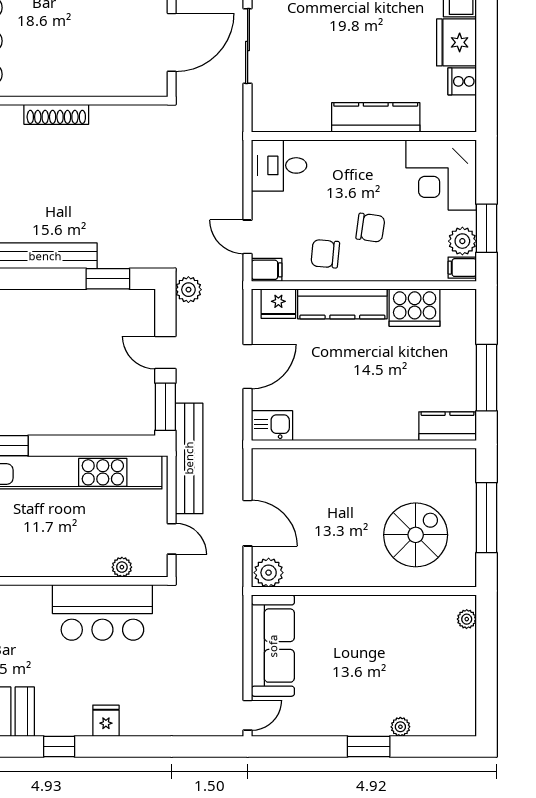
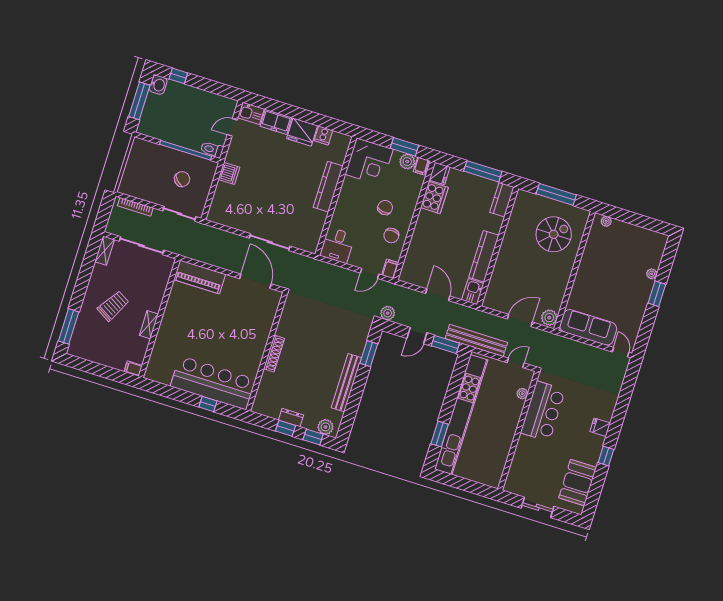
fridge: (278, 304) -> (440, 173), moved
kitchen counter: (342, 304) -> (484, 256), moved, turned 180
spiral stairs: (416, 535) -> (554, 234), turned 90

